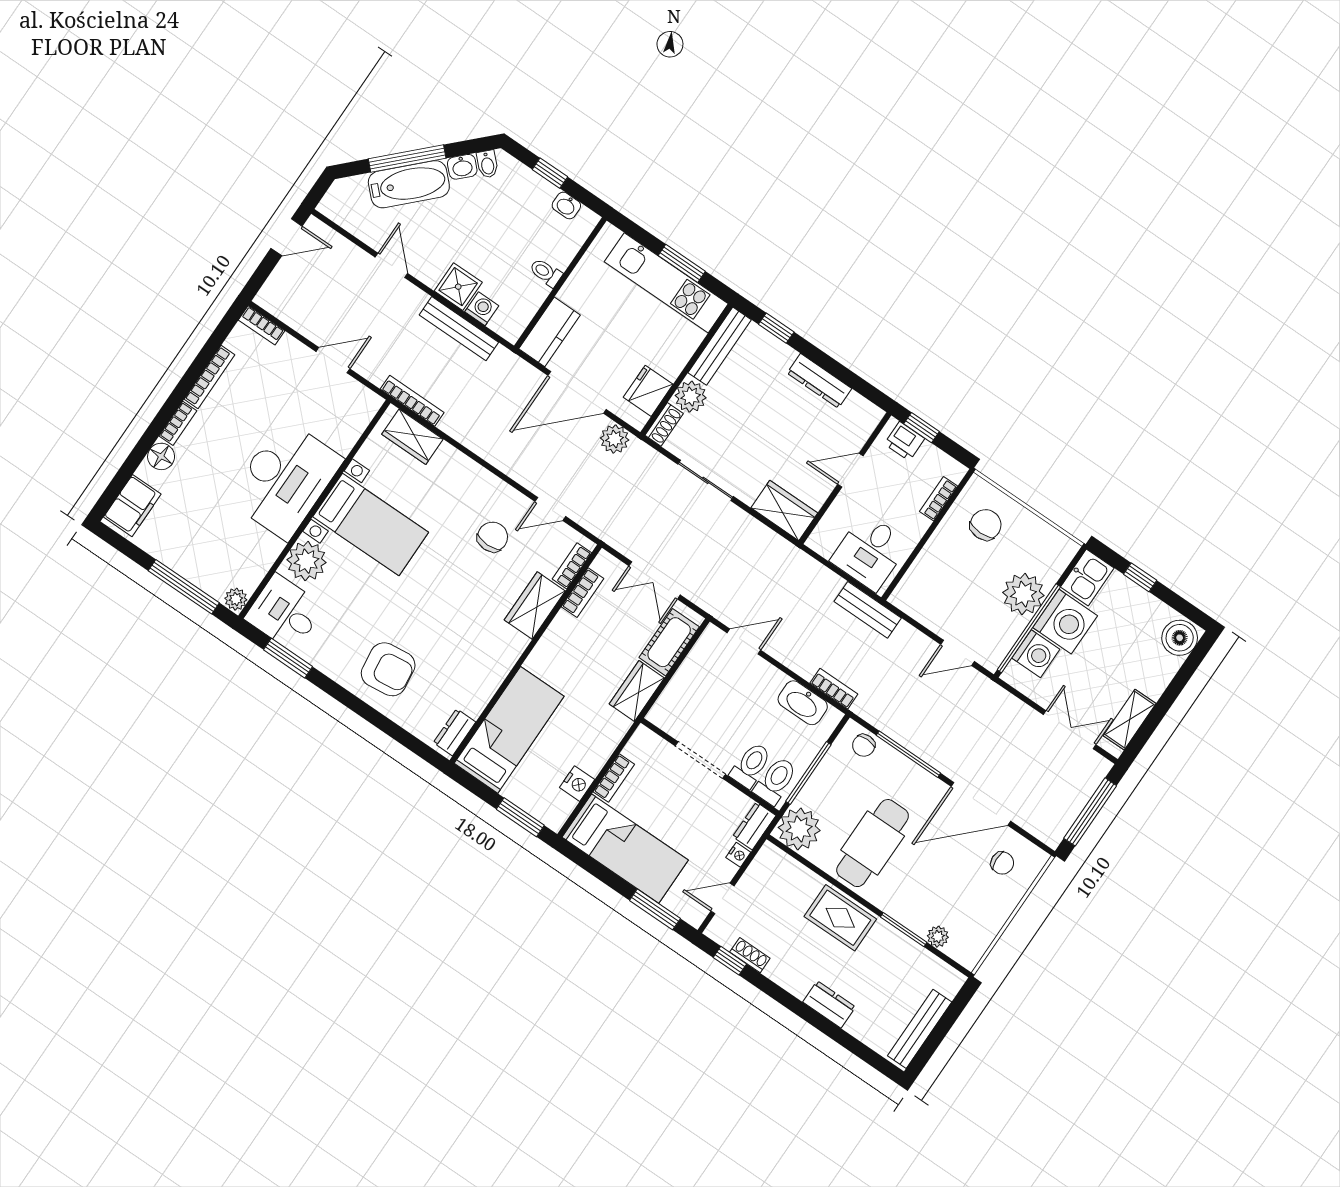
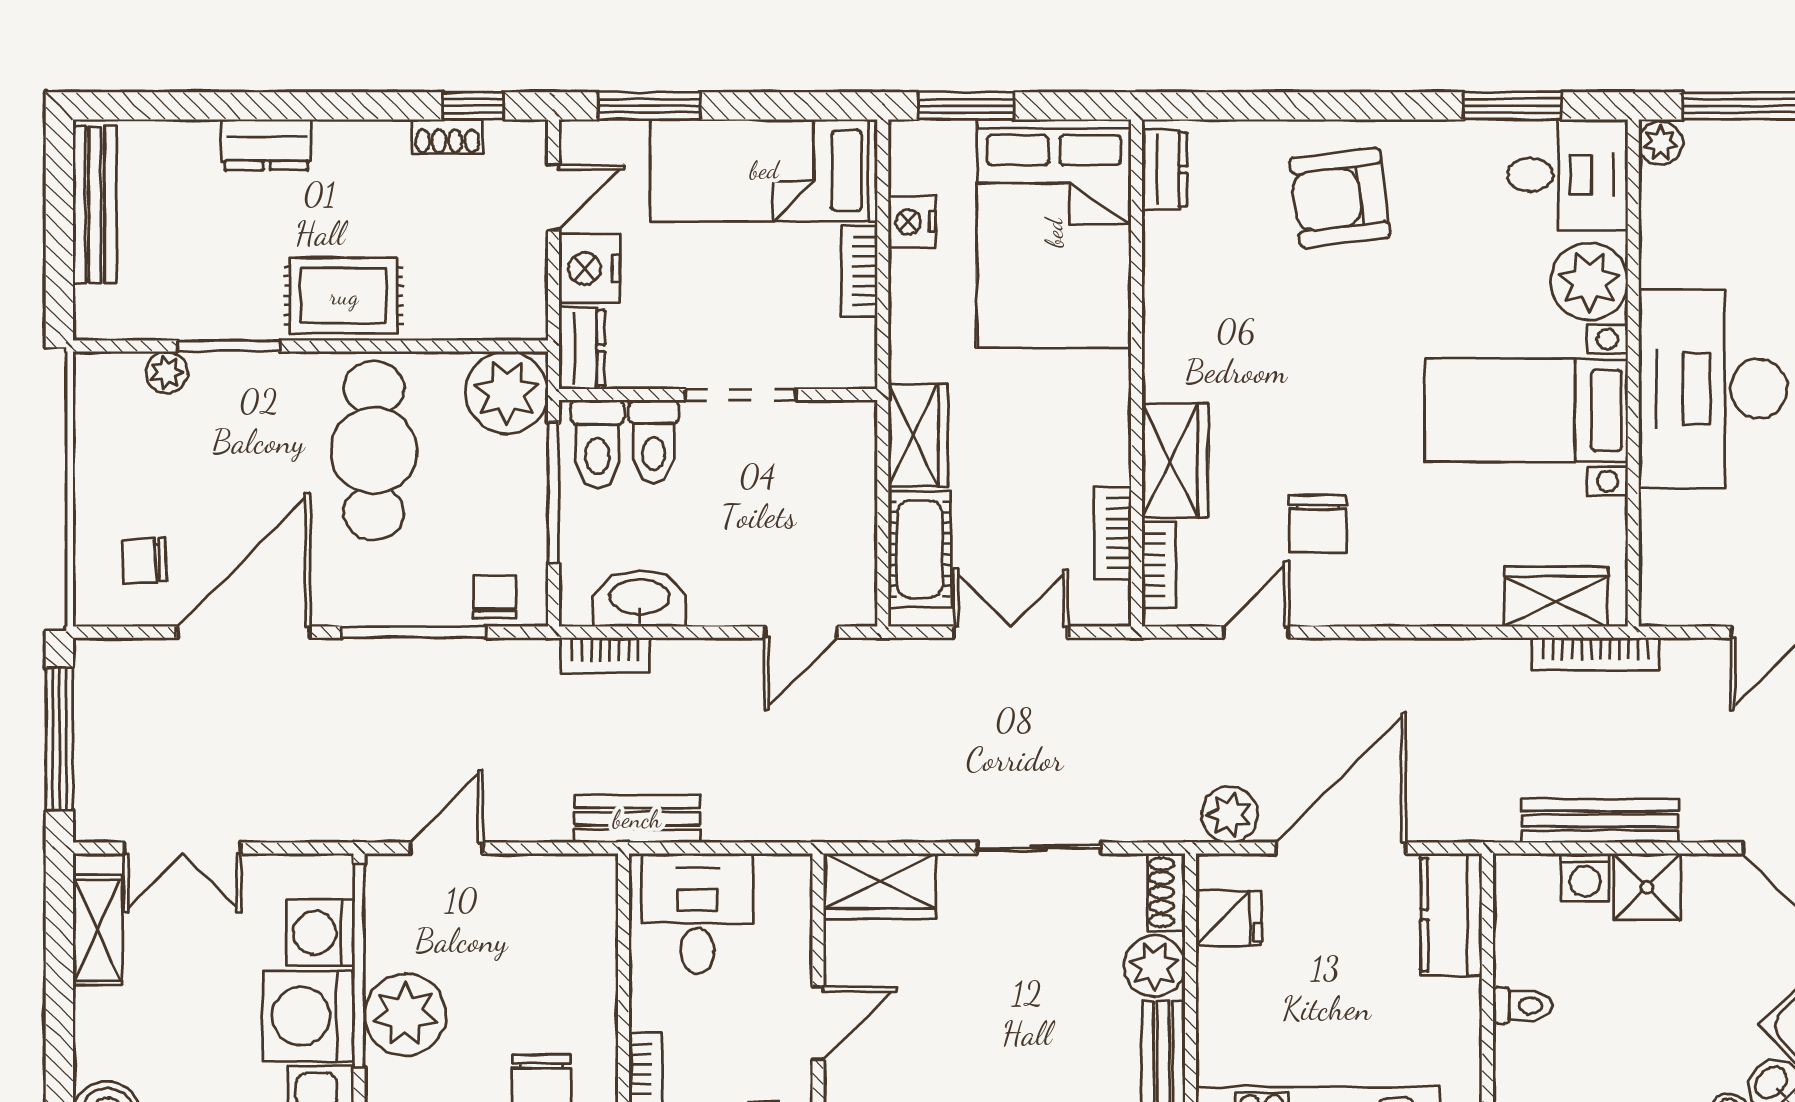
fridge: (648, 391) -> (1229, 918), width x0.72
bed: (509, 730) -> (1054, 233), width x1.50
nightstand: (738, 855) -> (589, 268), width x1.89, depth x1.79

